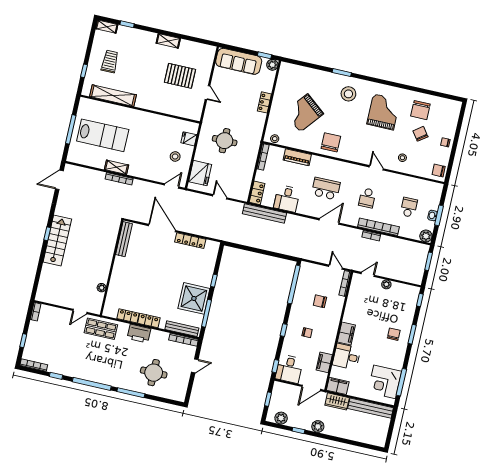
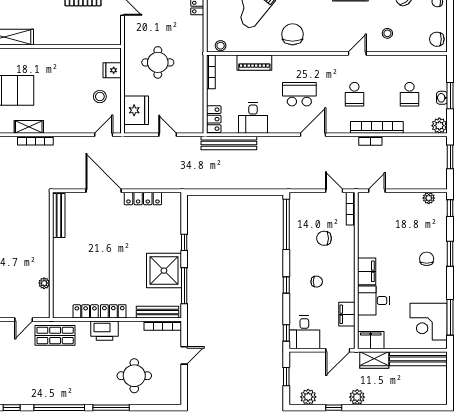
door: (376, 168) -> (357, 54), hinge flipped
school desk: (409, 207) -> (410, 94), turned 180
plant: (386, 284) -> (429, 198), moved

